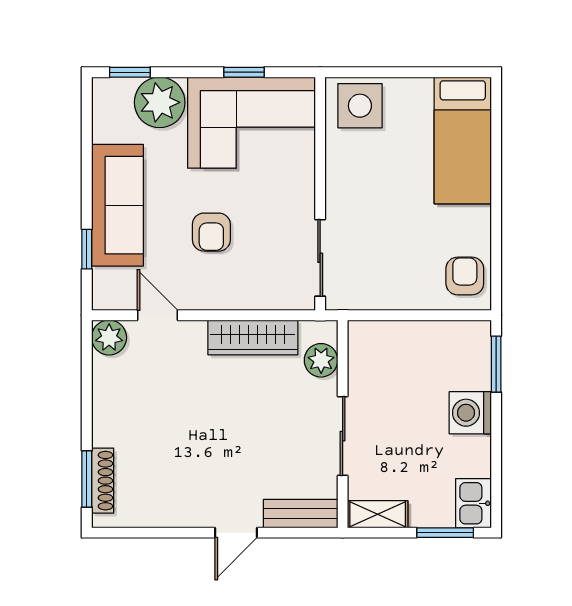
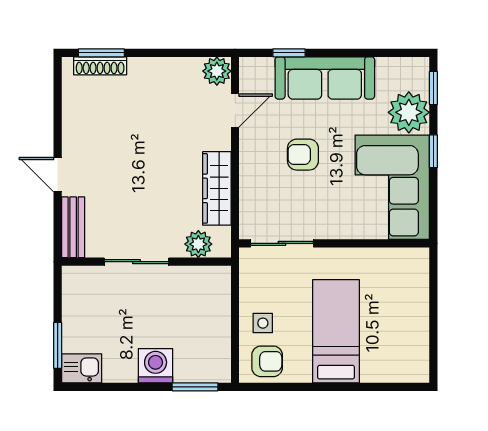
window: (244, 72) -> (433, 151), moved
side table: (360, 106) -> (263, 323), moved, width x0.54, depth x0.54
bed: (463, 140) -> (336, 331), moved, turned 90
shelving: (378, 514) -> (73, 290), removed

